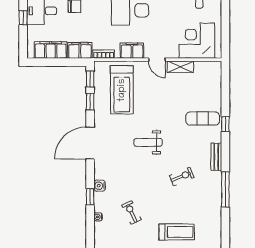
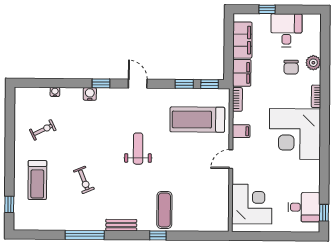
window: (23, 18) -> (267, 9), moved
filing cabinet: (132, 51) -> (241, 131), width x0.50
shelving: (180, 67) -> (223, 185), removed
door: (90, 143) -> (138, 84), width x0.53
exercise bike: (182, 176) -> (84, 180), moved
window: (90, 197) -> (101, 83), moved
exercise bike: (131, 212) -> (43, 130), moved

